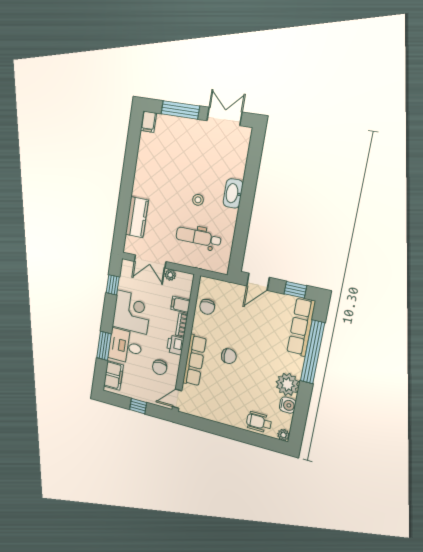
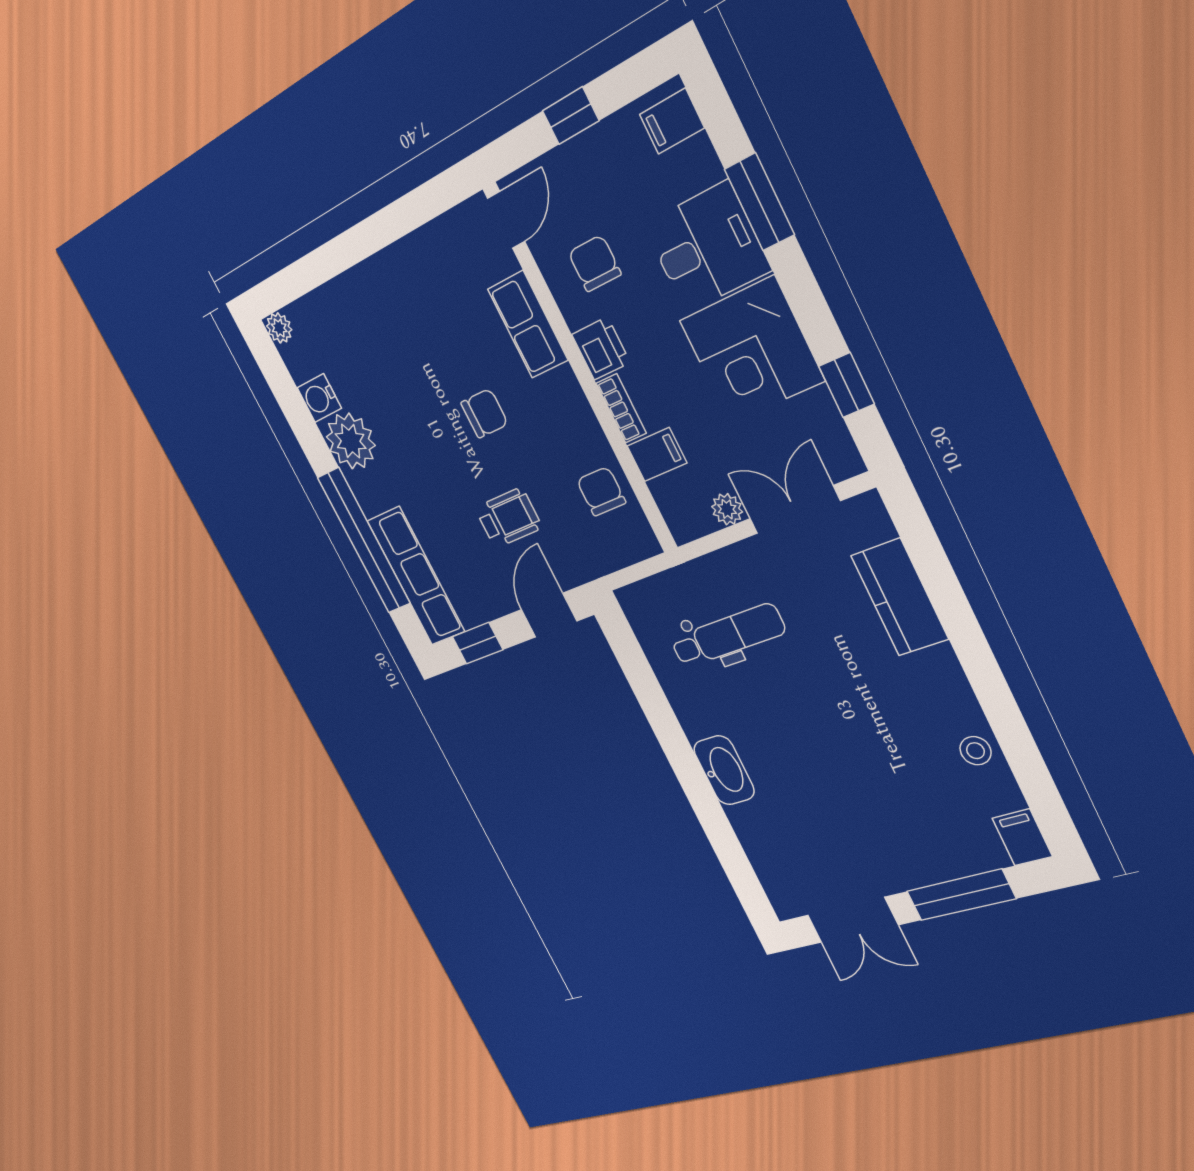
stool: (198, 200) -> (975, 751), moved
chair: (229, 356) -> (484, 413), turned 180
row of seats: (194, 360) -> (528, 325), width x0.68
filing cabinet: (113, 375) -> (672, 121), width x0.50
wheelchair: (259, 422) -> (508, 518), moved

